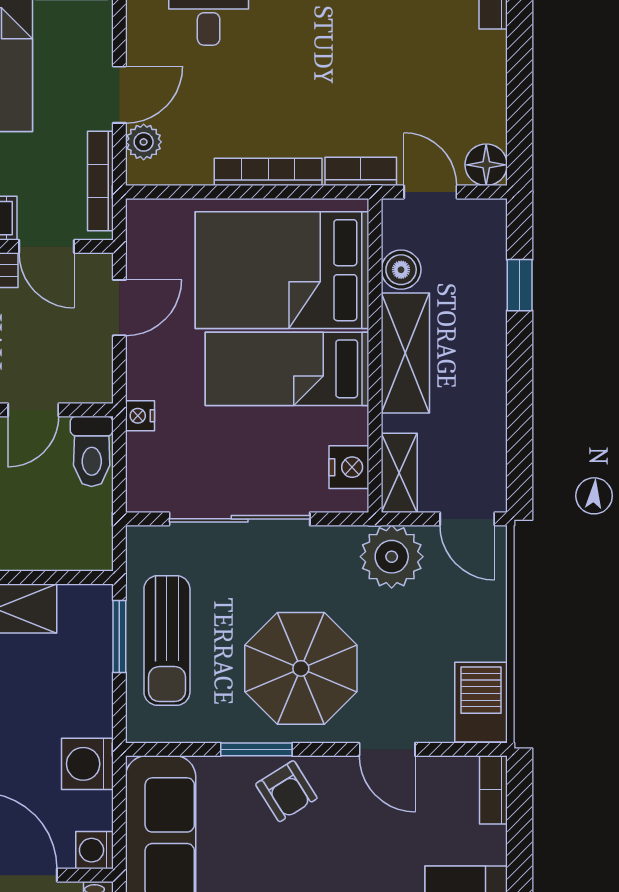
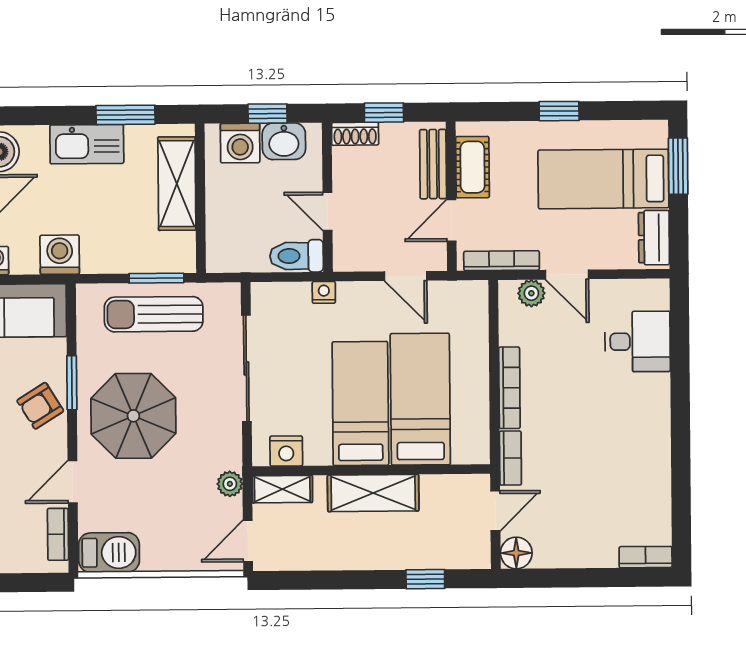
bed: (282, 270) -> (420, 399), width x0.67
boiler: (401, 270) -> (436, 489), removed
plant: (392, 557) -> (230, 484), width x0.53, depth x0.53
bookcase: (493, 790) -> (58, 534), moved, turned -90

